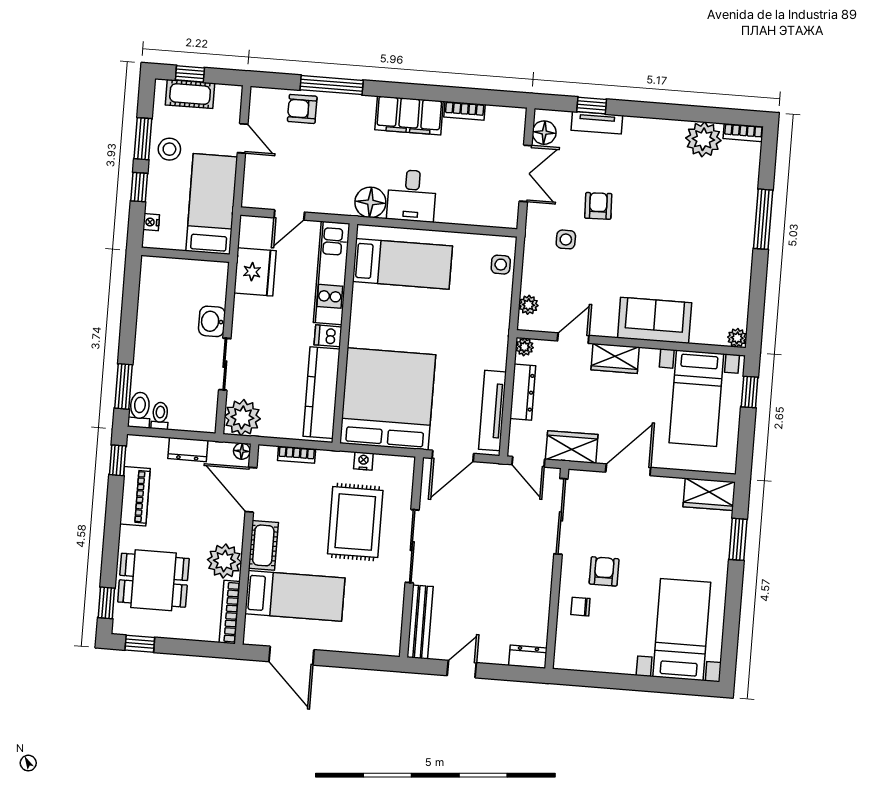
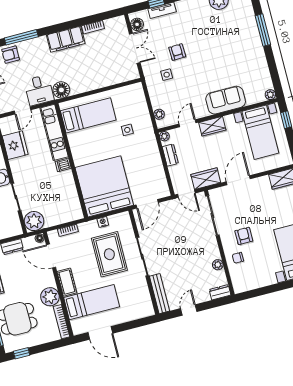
desk: (412, 196) -> (39, 90), moved
side table: (501, 265) -> (127, 130), moved
dresser: (523, 392) -> (170, 155), width x0.70
kitchen counter: (322, 393) -> (70, 195), removed
tv unit: (492, 411) -> (159, 174), removed
plant: (541, 606) -> (218, 265), added

